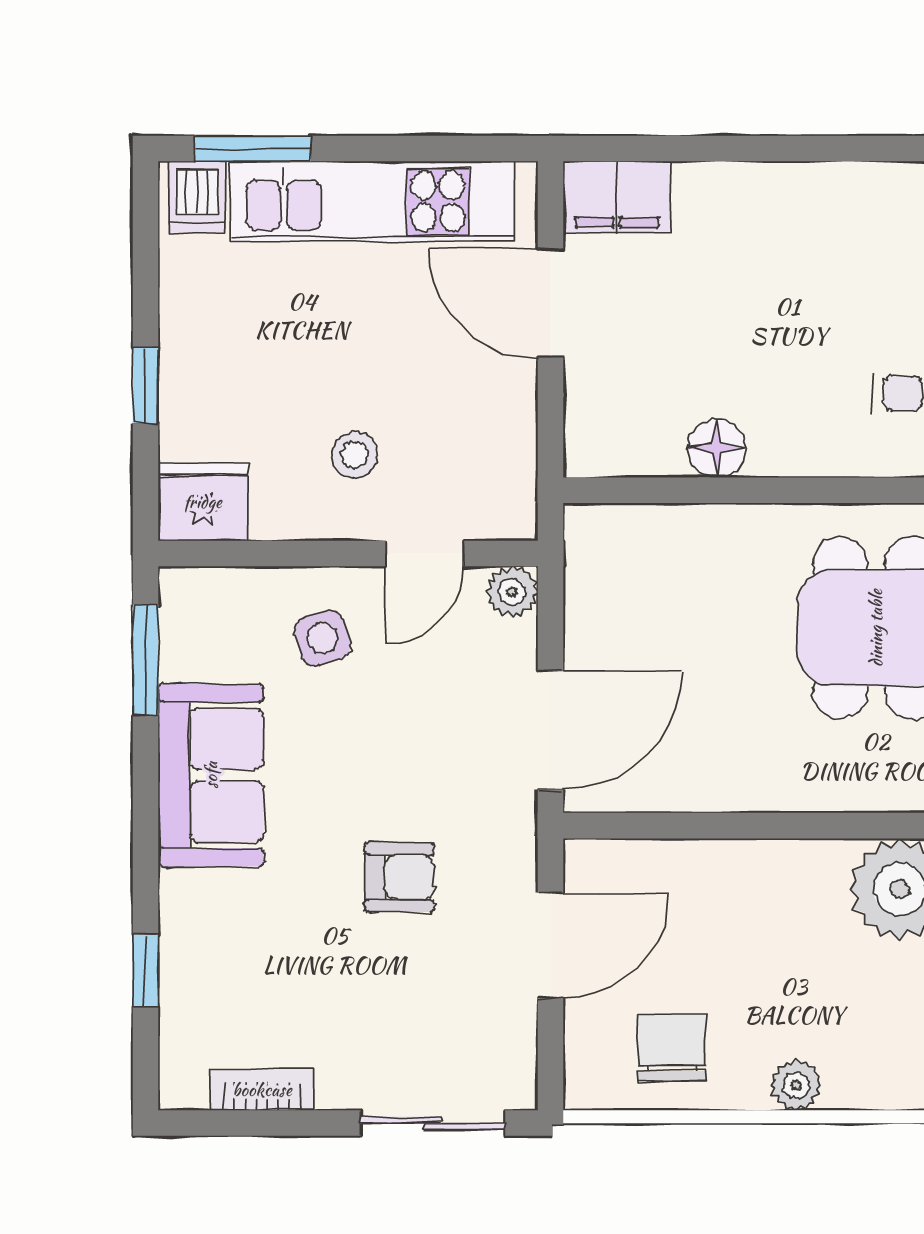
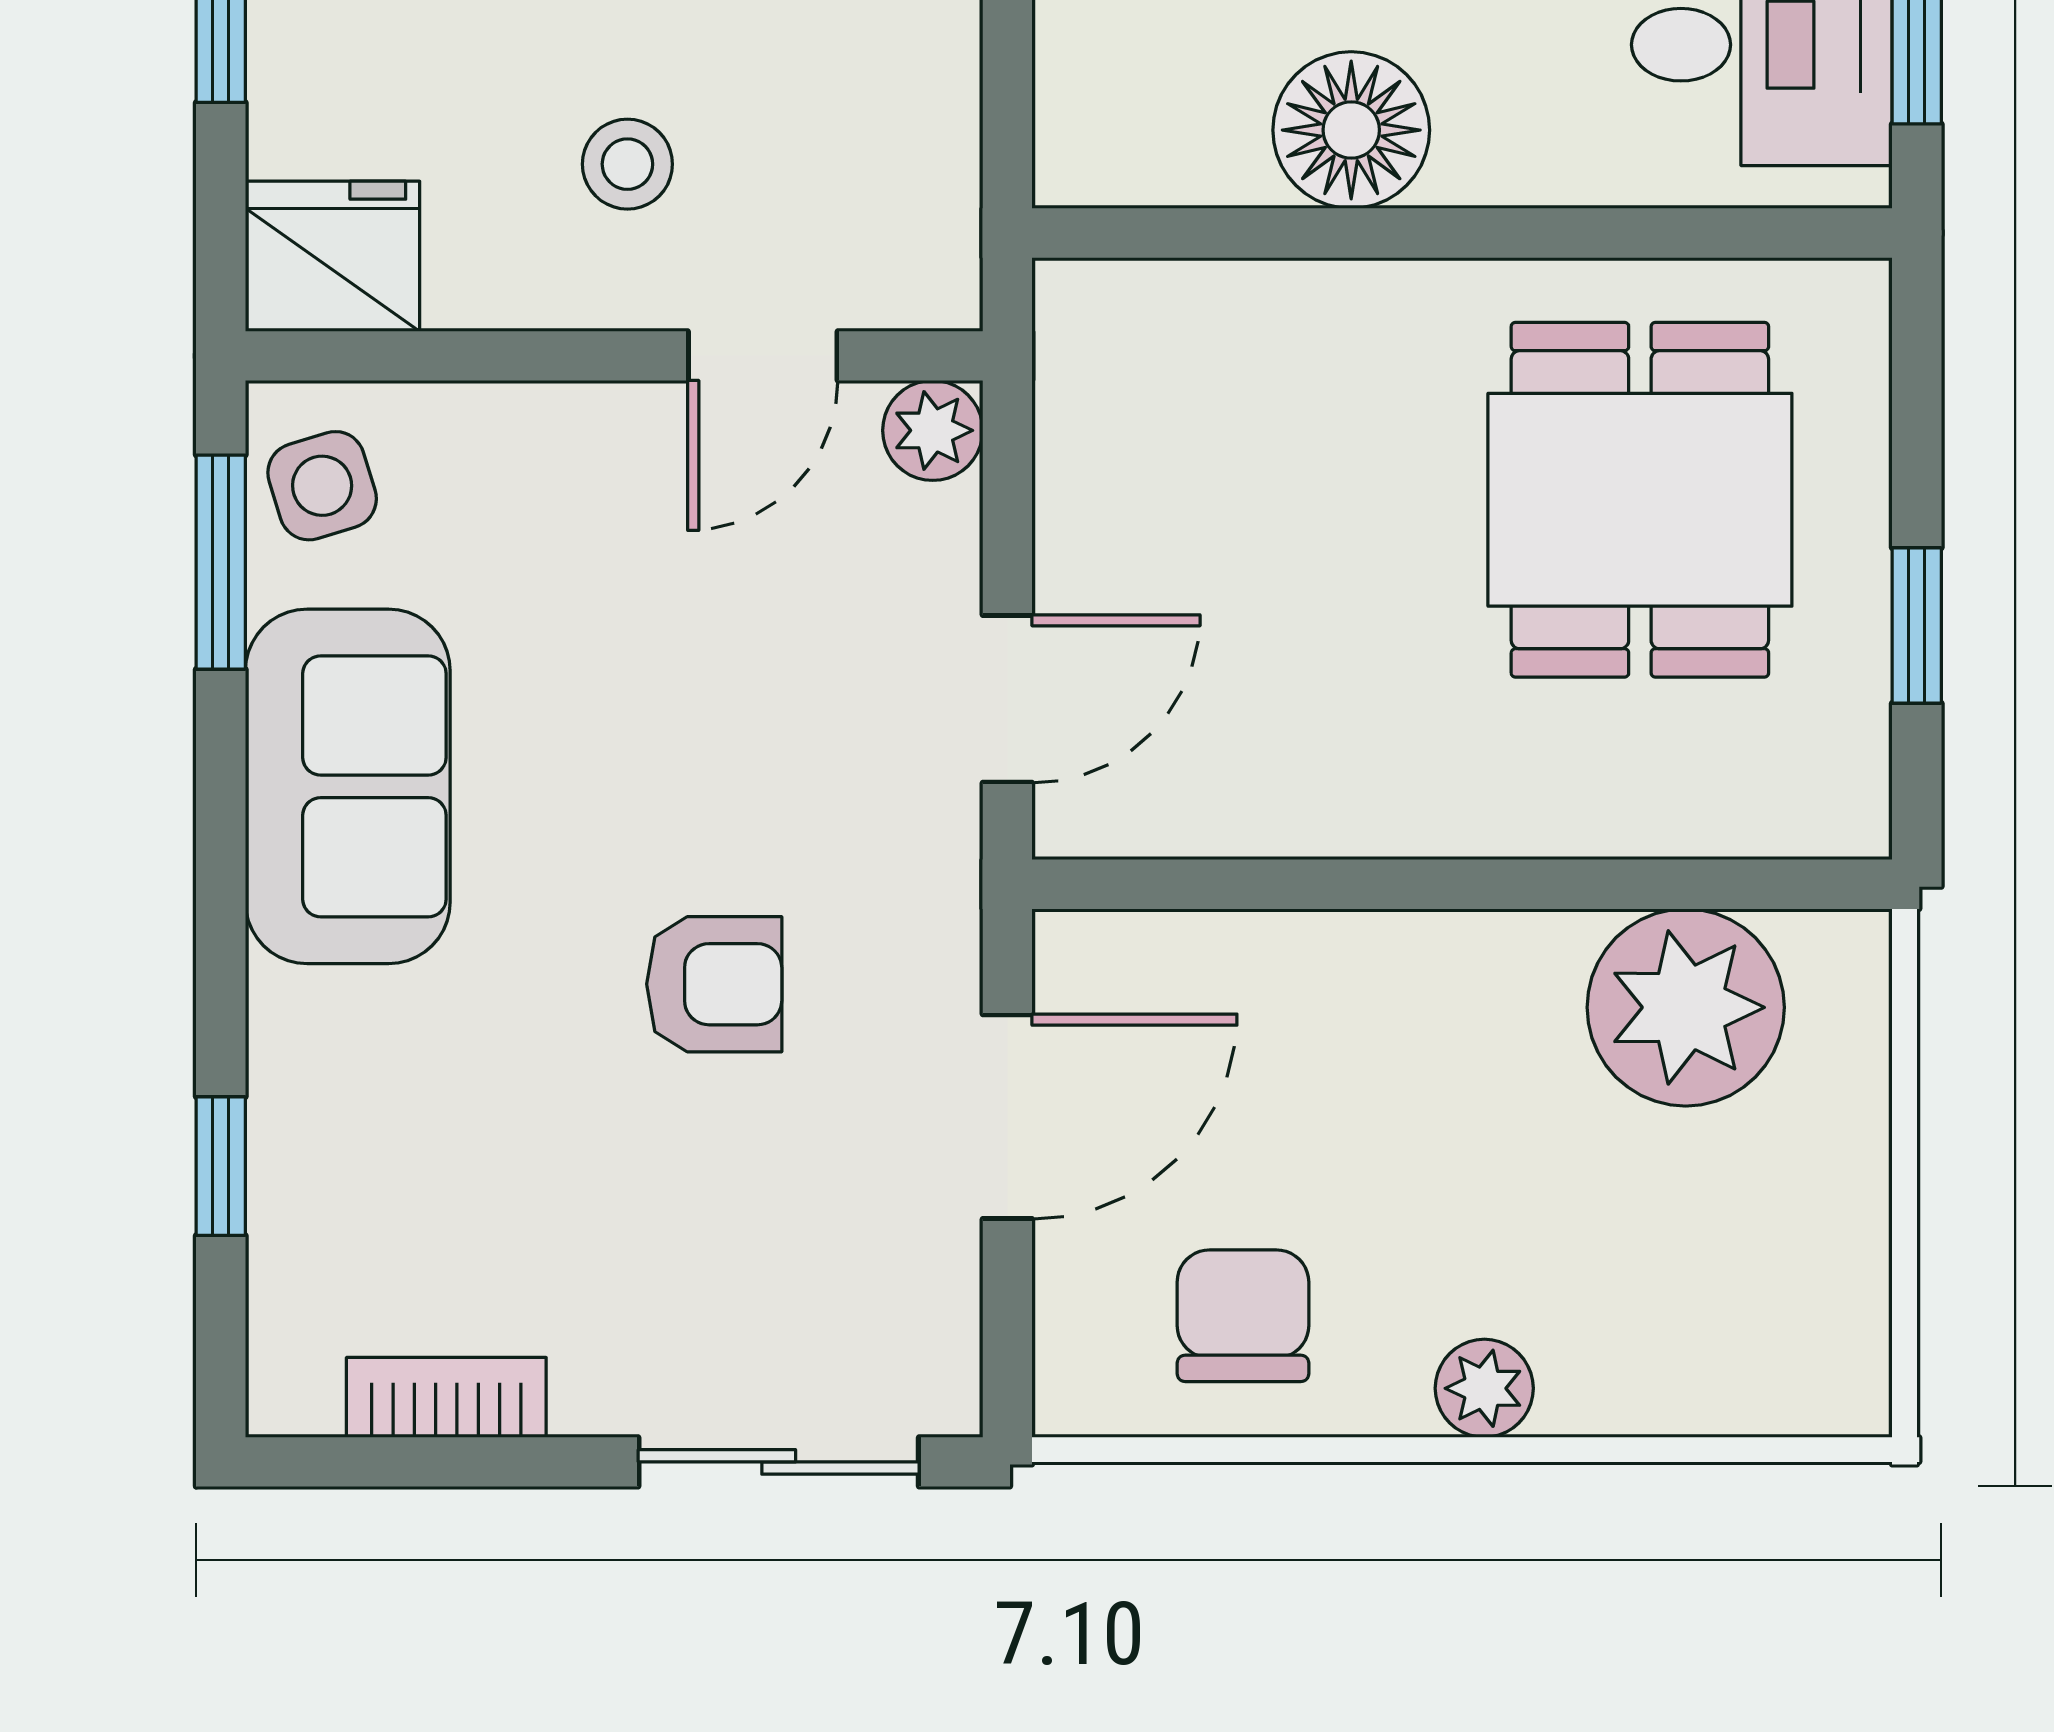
floor lamp: (717, 448) -> (1351, 130), width x1.38, depth x1.38
side table: (322, 638) -> (322, 486), moved
door: (550, 730) -> (1007, 699), width x0.73

